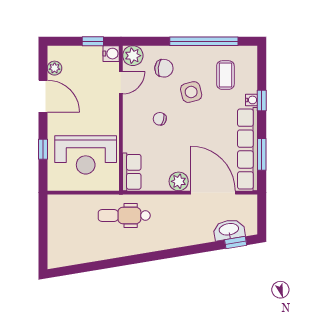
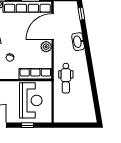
row of seats: (132, 172) -> (35, 74), width x1.48
washbasin: (229, 230) -> (78, 42), moved

